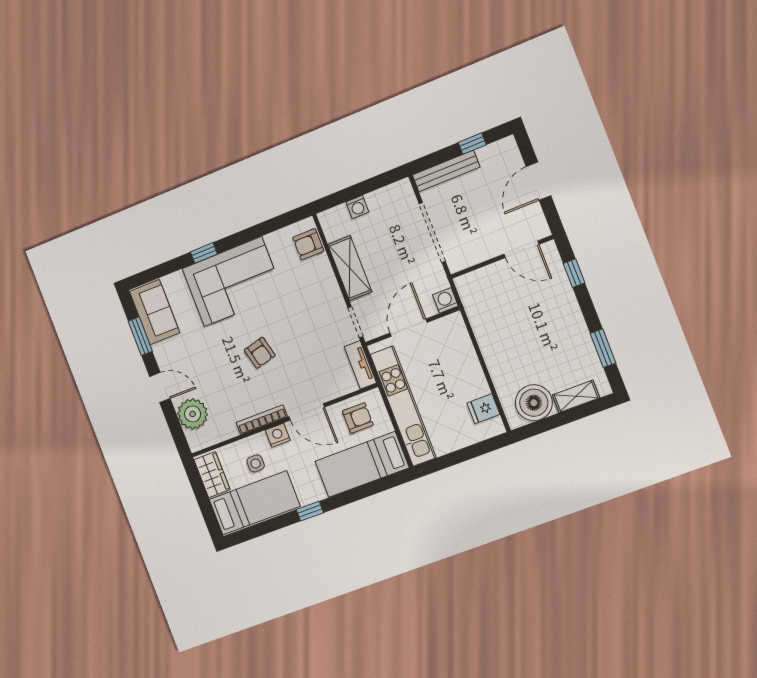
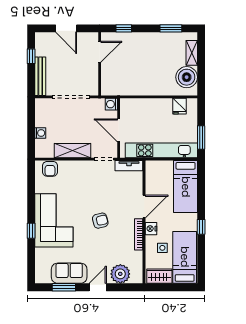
sofa: (155, 312) -> (69, 273), moved
armchair: (358, 418) -> (158, 179), removed
window: (447, 461) -> (201, 137), added

